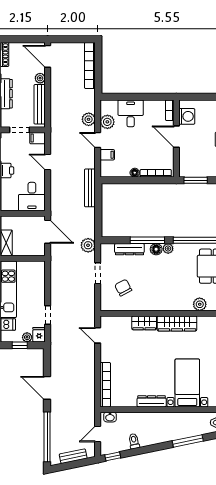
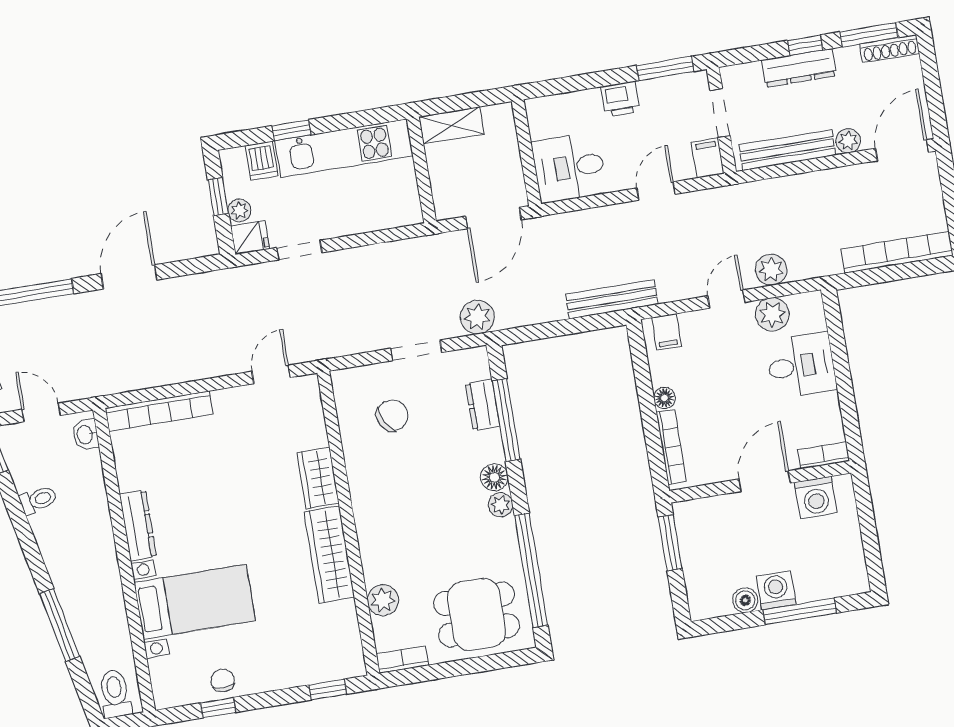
filing cabinet: (107, 155) -> (666, 332), moved
window: (147, 240) -> (506, 420), moved
dresser: (129, 249) -> (483, 405), width x0.70

